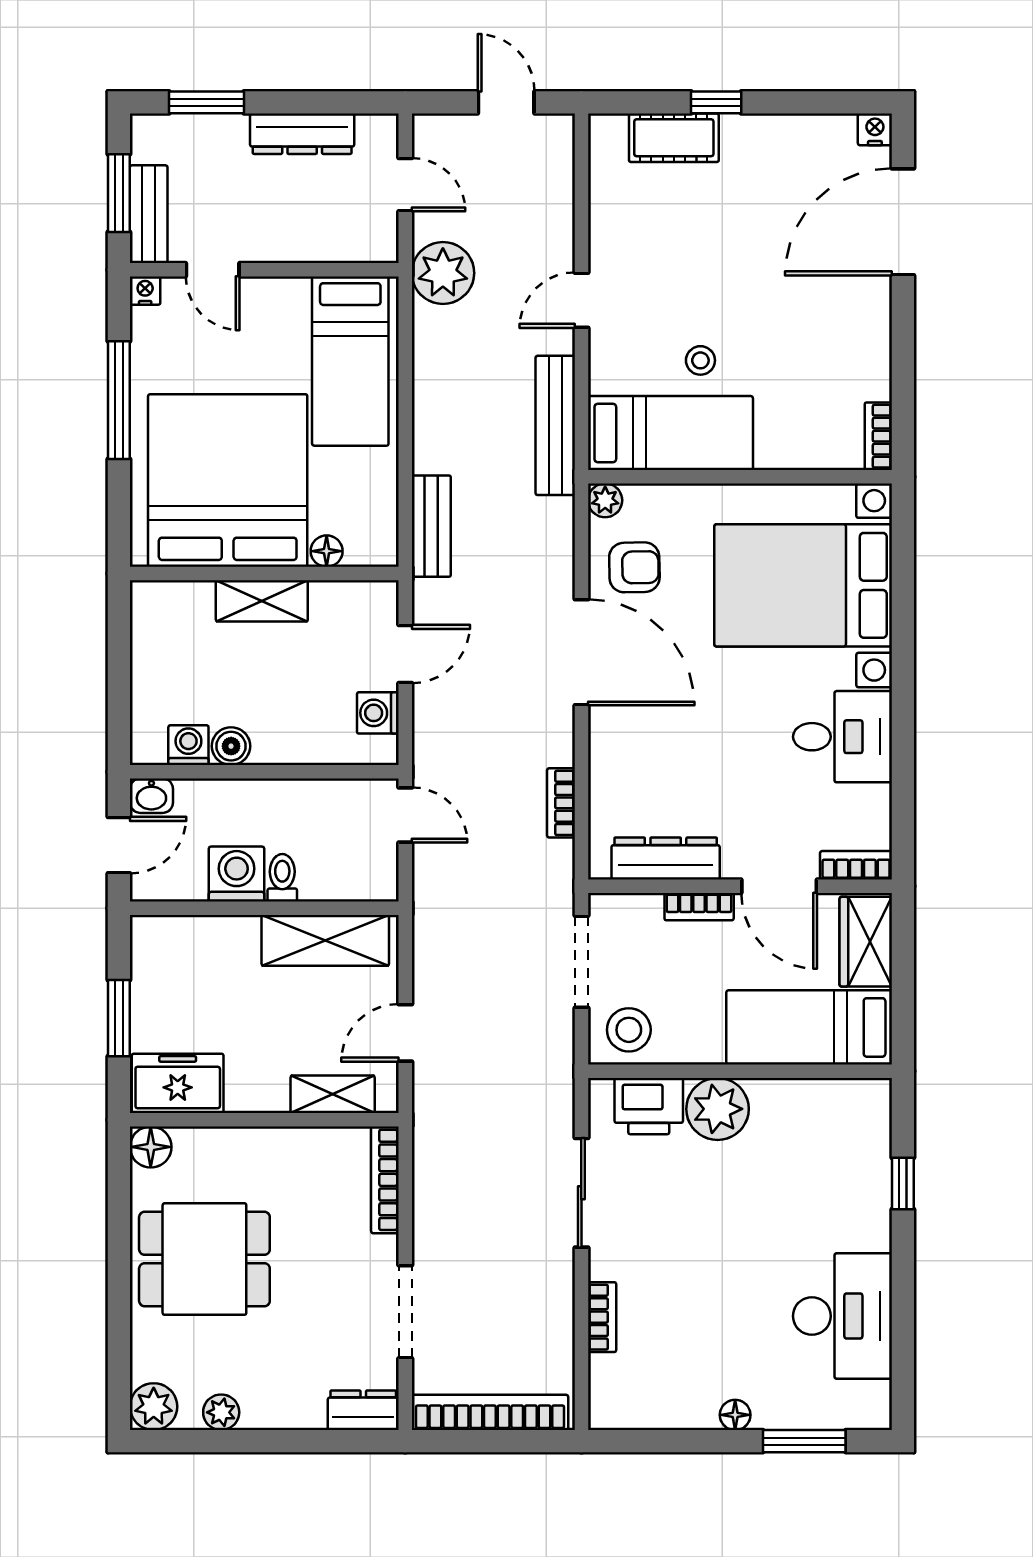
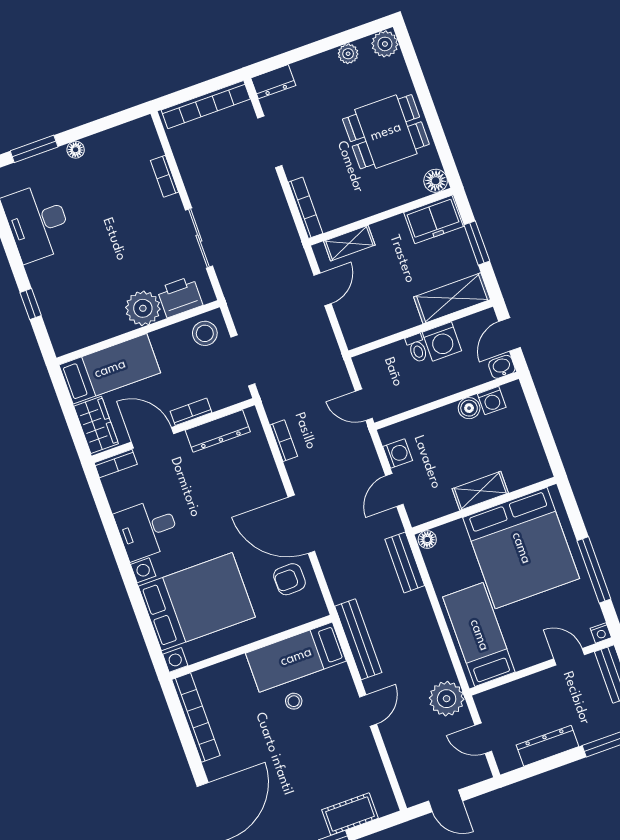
bookcase: (878, 436) -> (196, 718), width x2.31, depth x1.31
plant: (605, 500) -> (318, 609), removed
floor lamp: (327, 551) -> (427, 540), moved
shelving: (325, 940) -> (452, 298), moved

